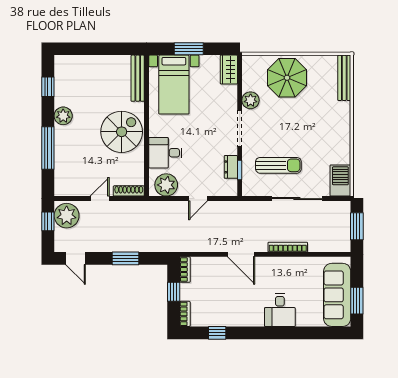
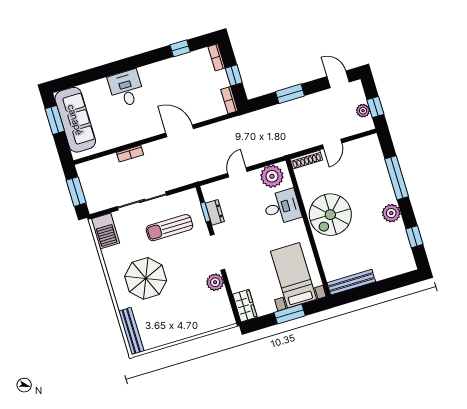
bench: (138, 78) -> (351, 282), moved, turned 90
parasol: (287, 78) -> (146, 278), moved
plant: (67, 216) -> (363, 111), width x0.53, depth x0.53
bookcase: (288, 247) -> (130, 154), width x0.64

